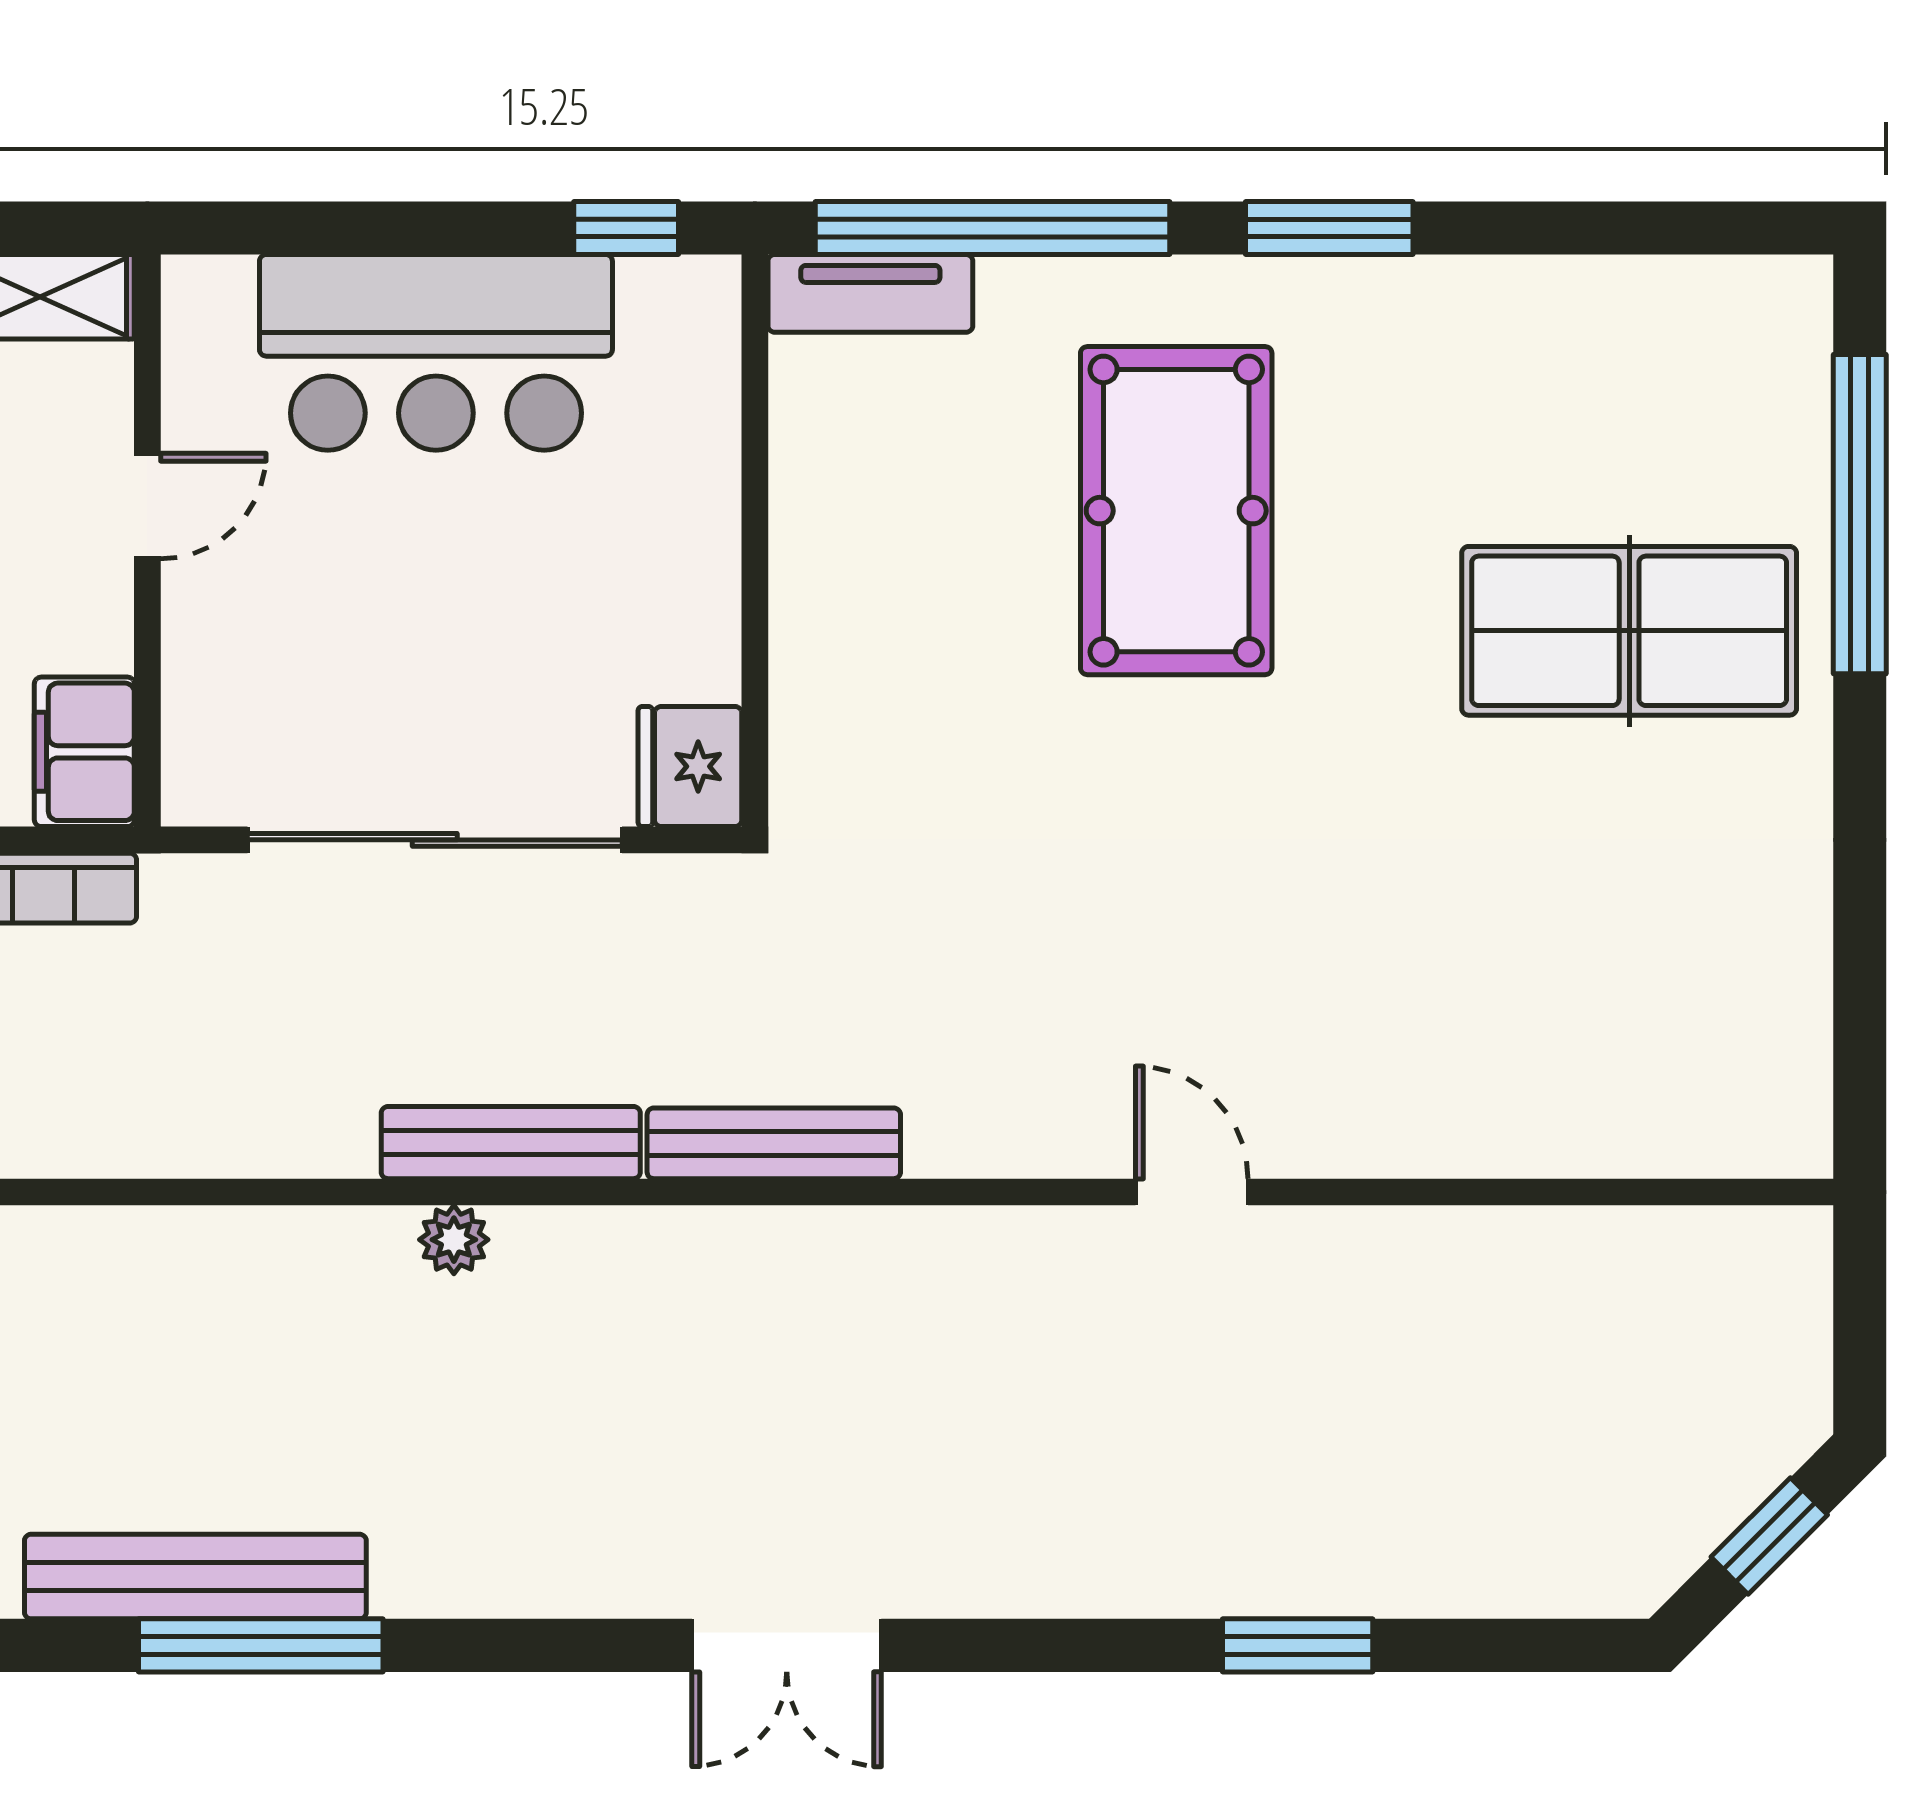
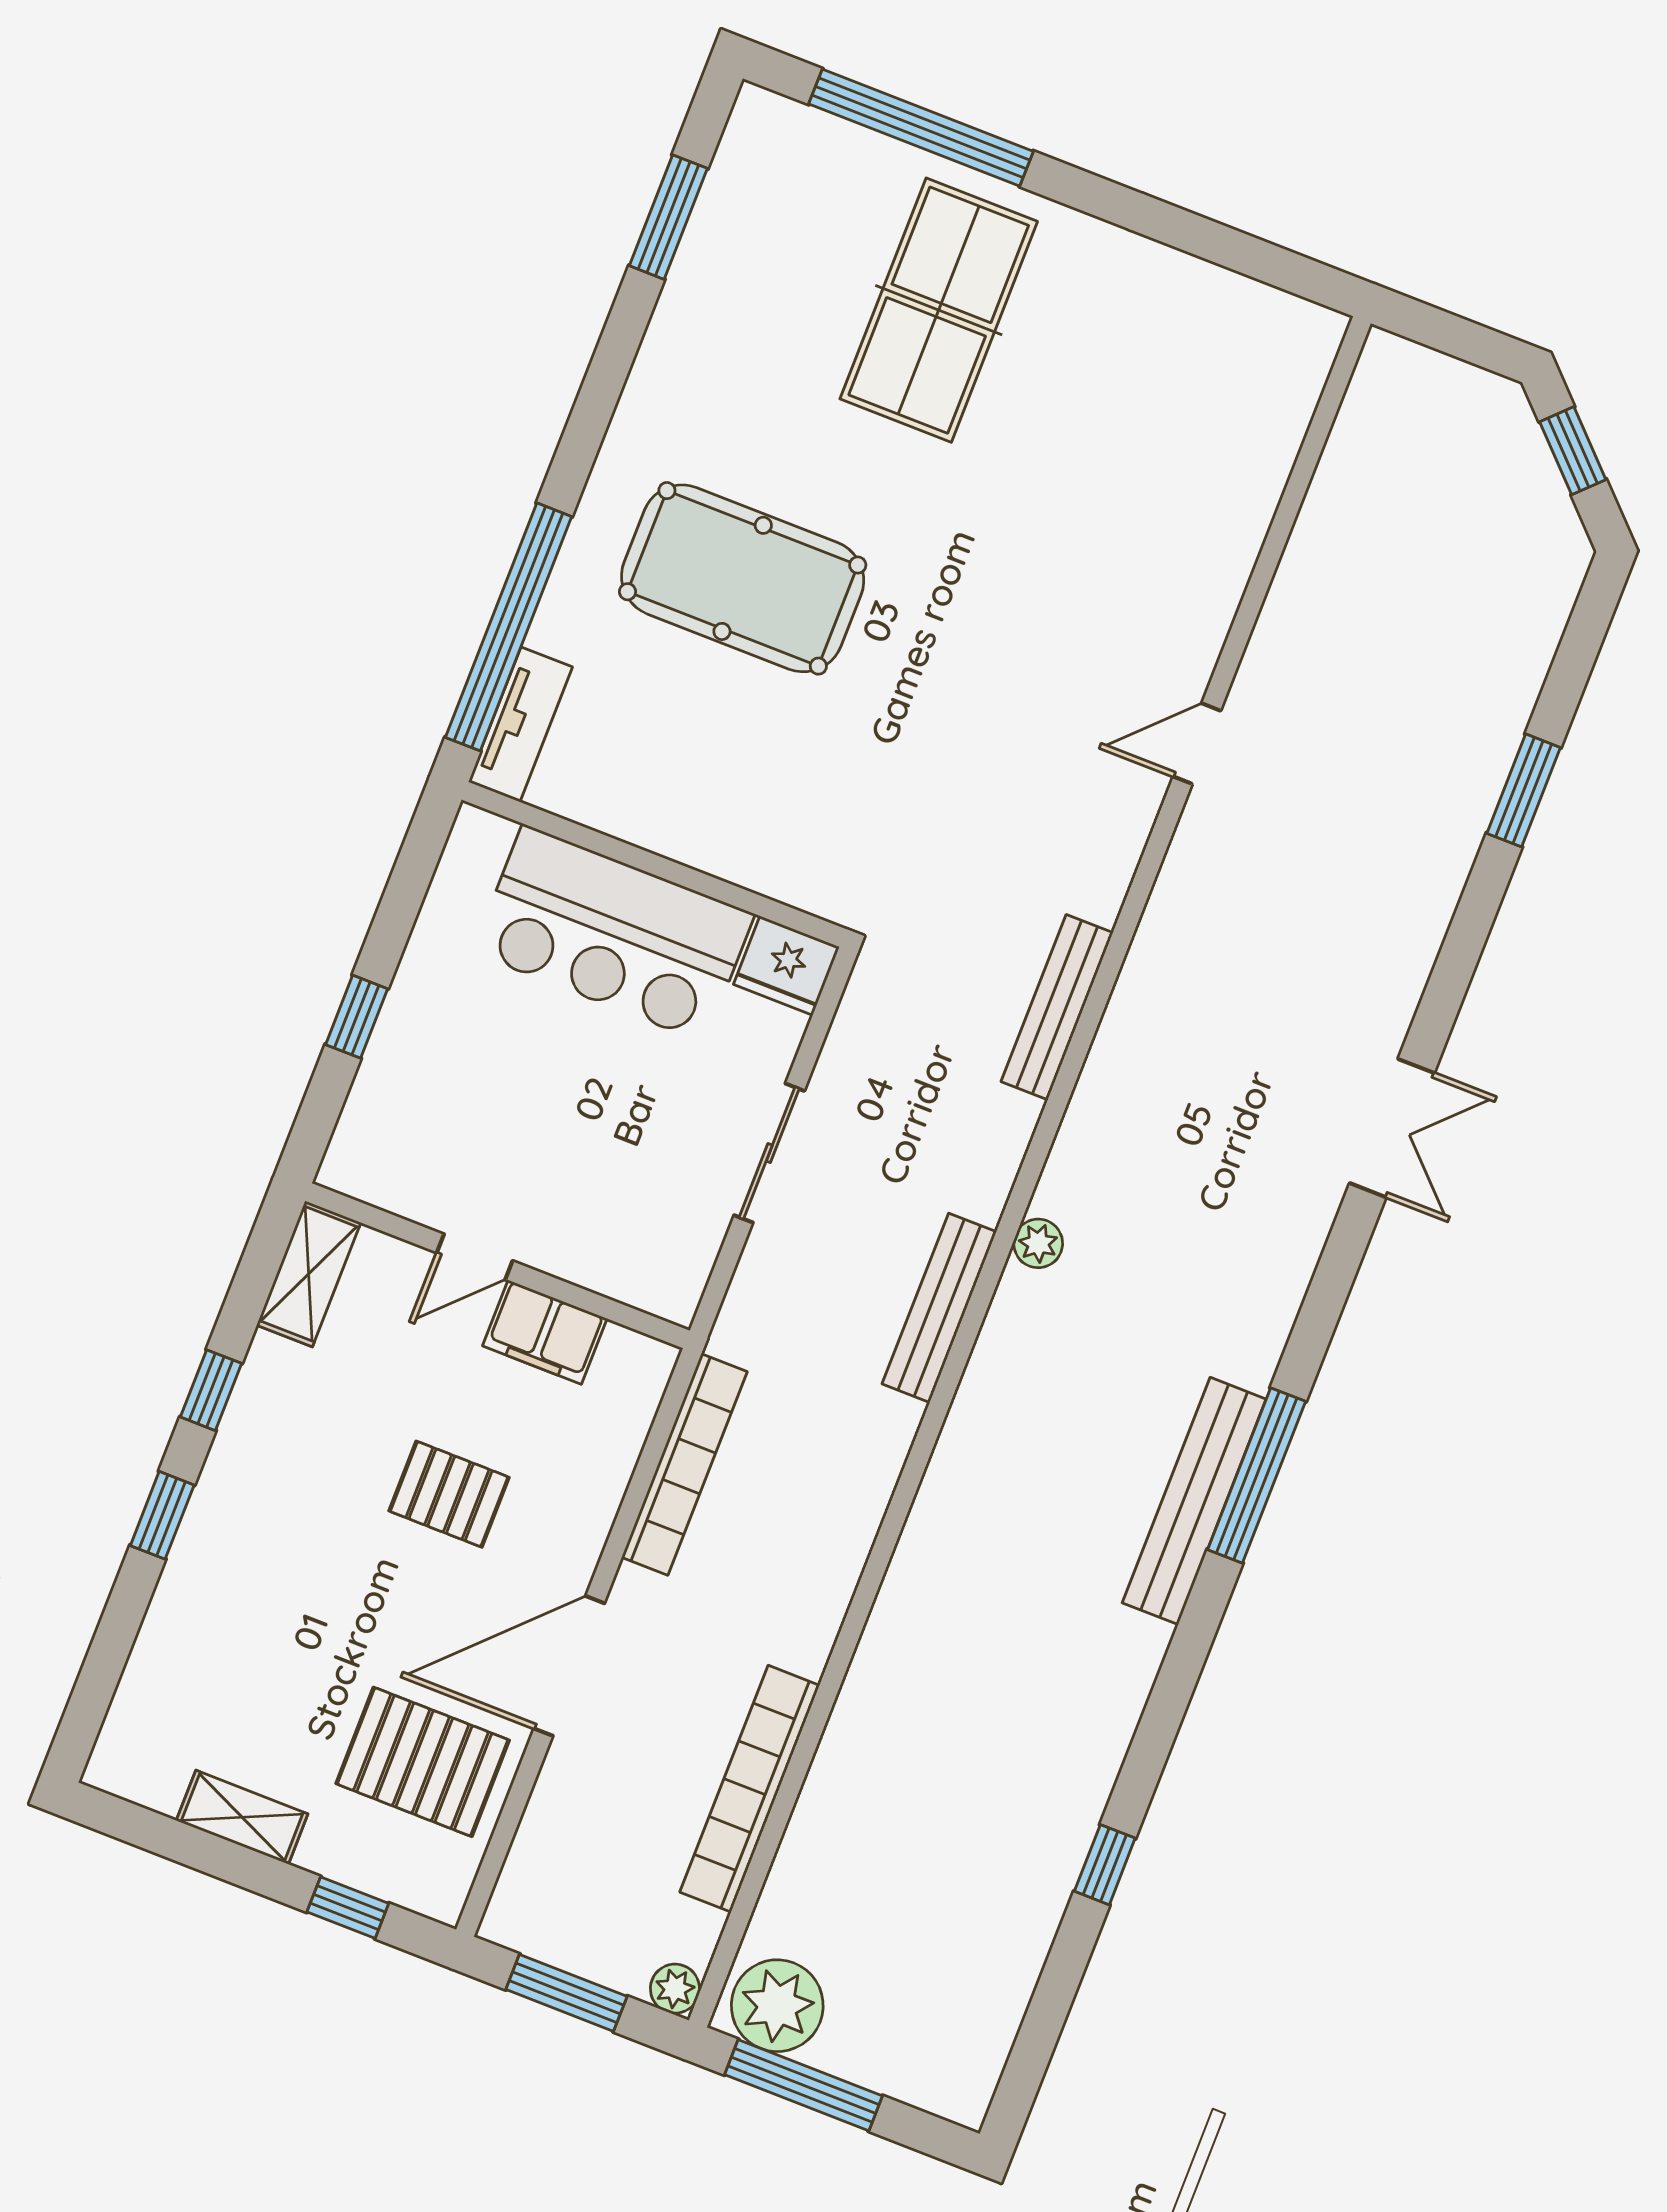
window: (626, 228) -> (357, 1017), moved
window: (1329, 228) -> (668, 217), moved
bar counter: (436, 352) -> (614, 933), moved, turned 90
door: (147, 506) -> (475, 1257), swing flipped
filing cabinet: (84, 752) -> (545, 1332), moved
sliding door: (435, 840) -> (769, 1153), width x0.54
bench: (511, 1143) -> (939, 1308), moved

